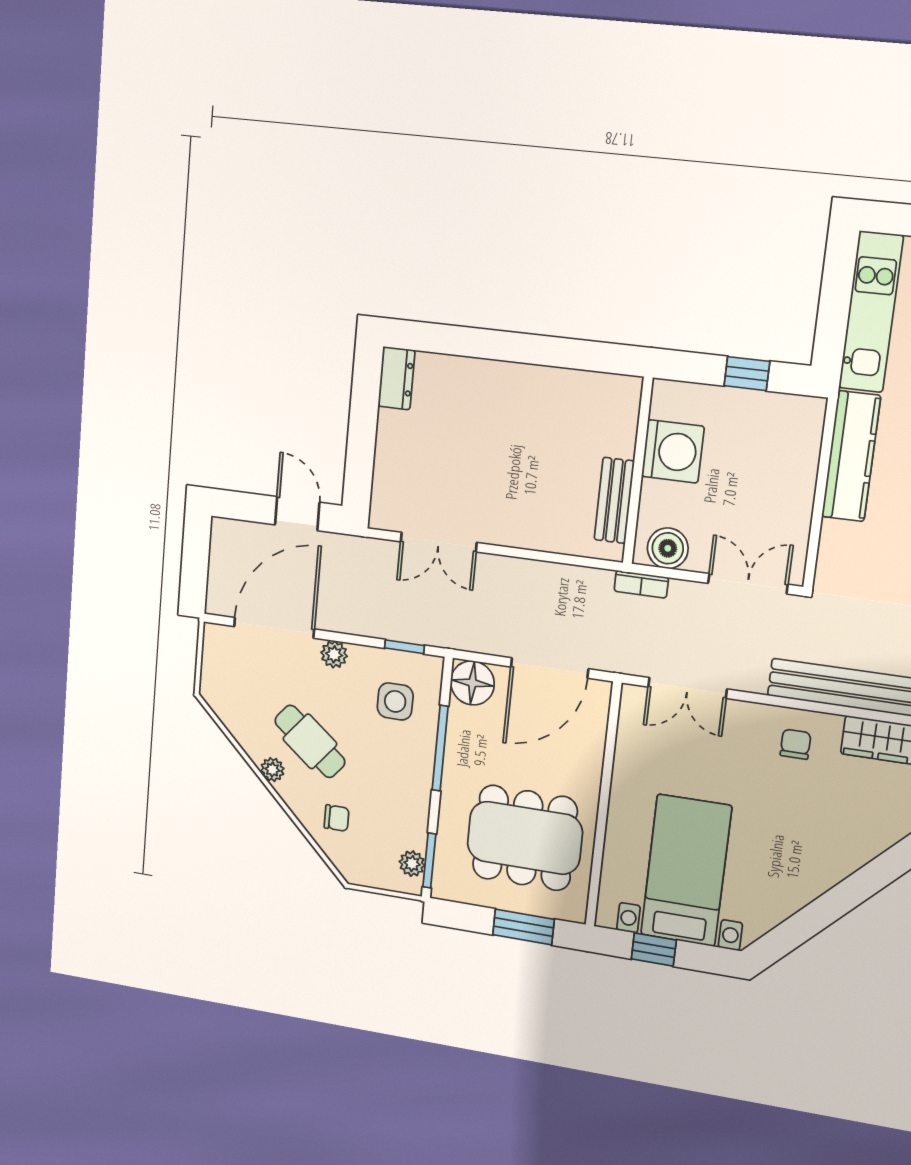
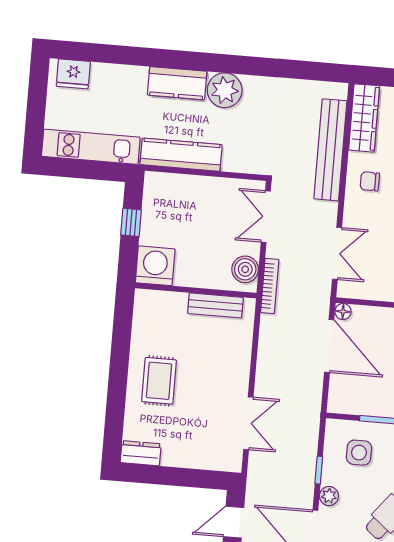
rug: (503, 410) -> (159, 381), added
washing machine: (673, 451) -> (155, 266), moved
bookcase: (641, 584) -> (270, 286), width x1.56
window: (404, 647) -> (319, 470), moved
floor lamp: (472, 683) -> (343, 311), moved, width x0.53, depth x0.53

